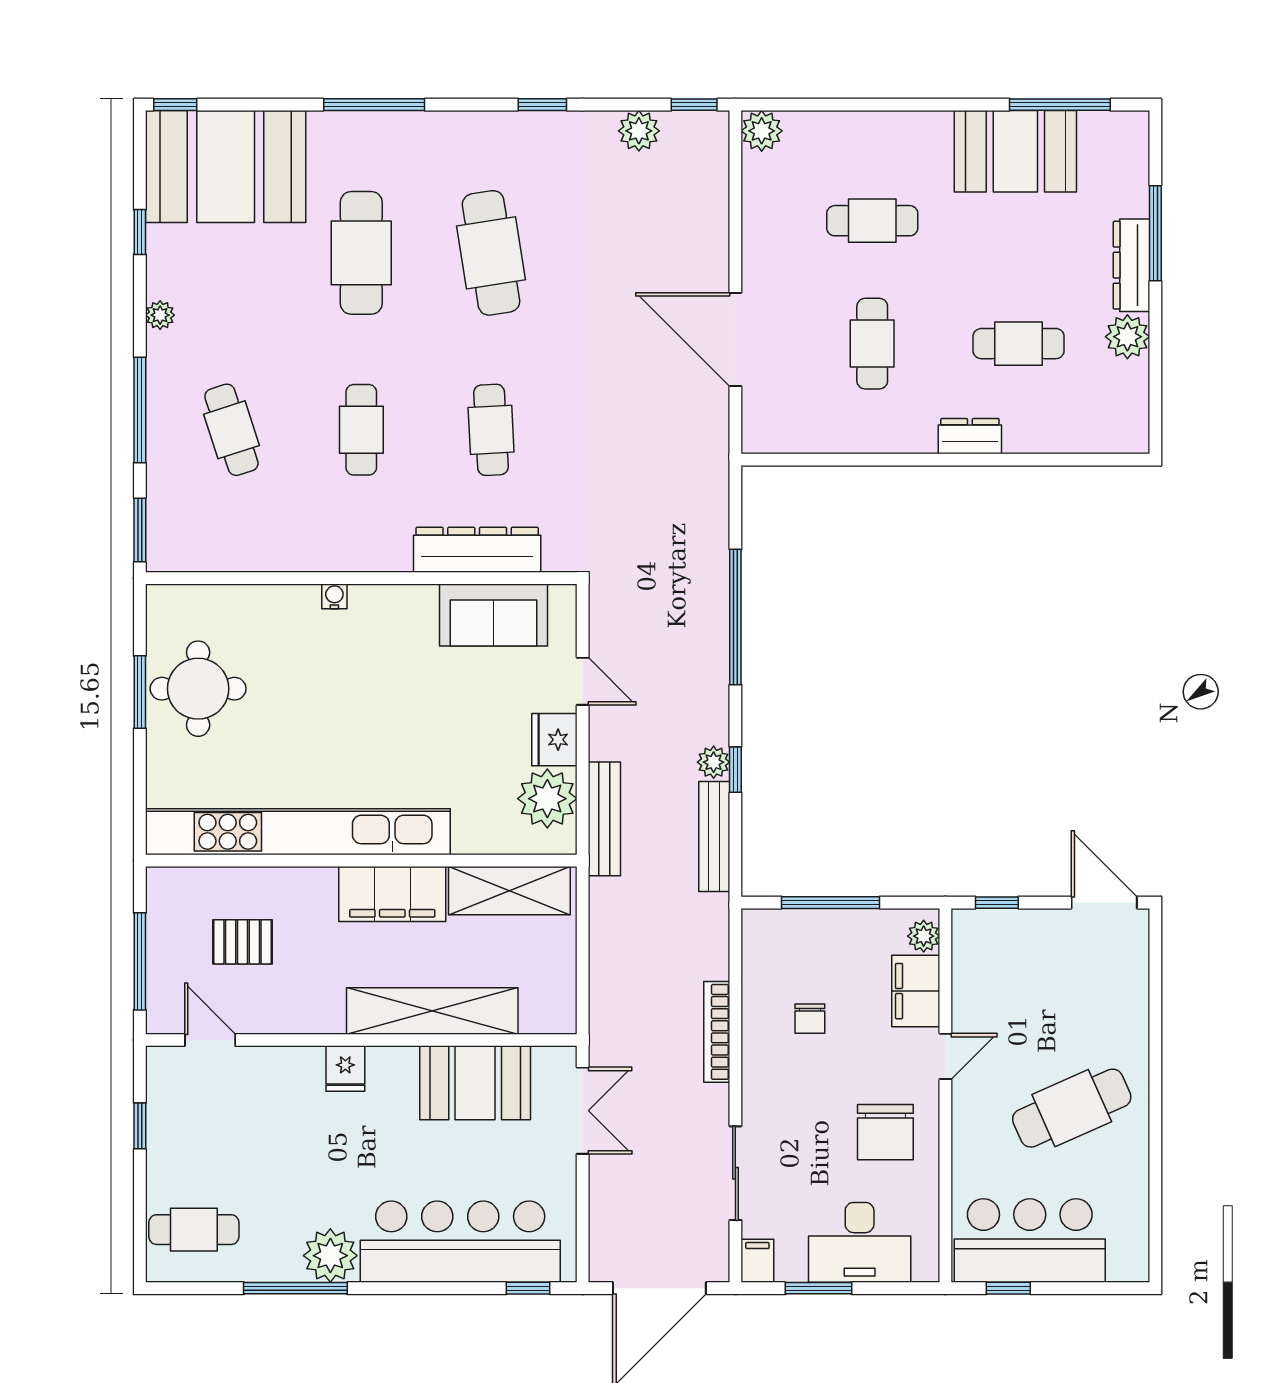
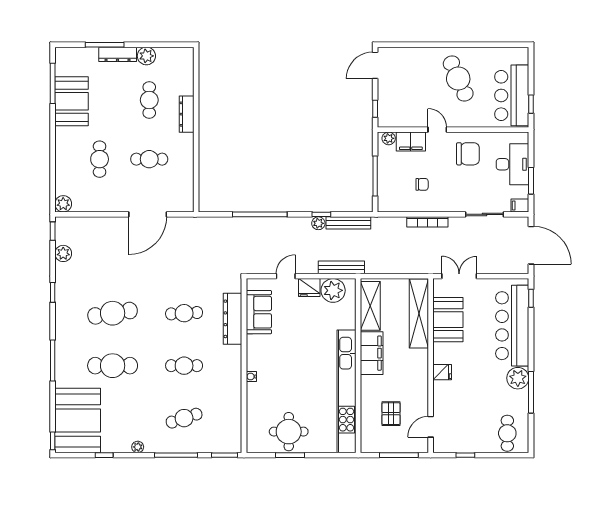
dresser: (970, 436) -> (187, 114), width x1.44
shelving: (432, 1011) -> (419, 313), moved

